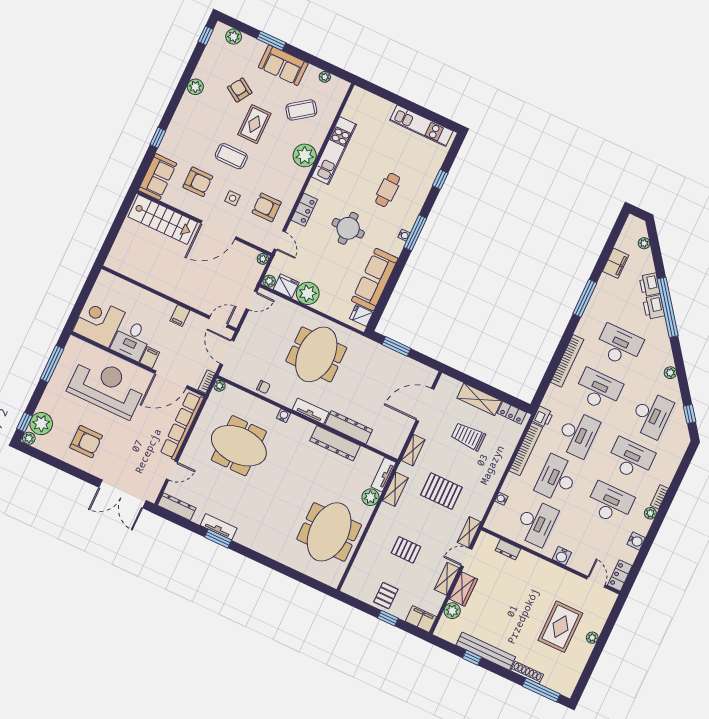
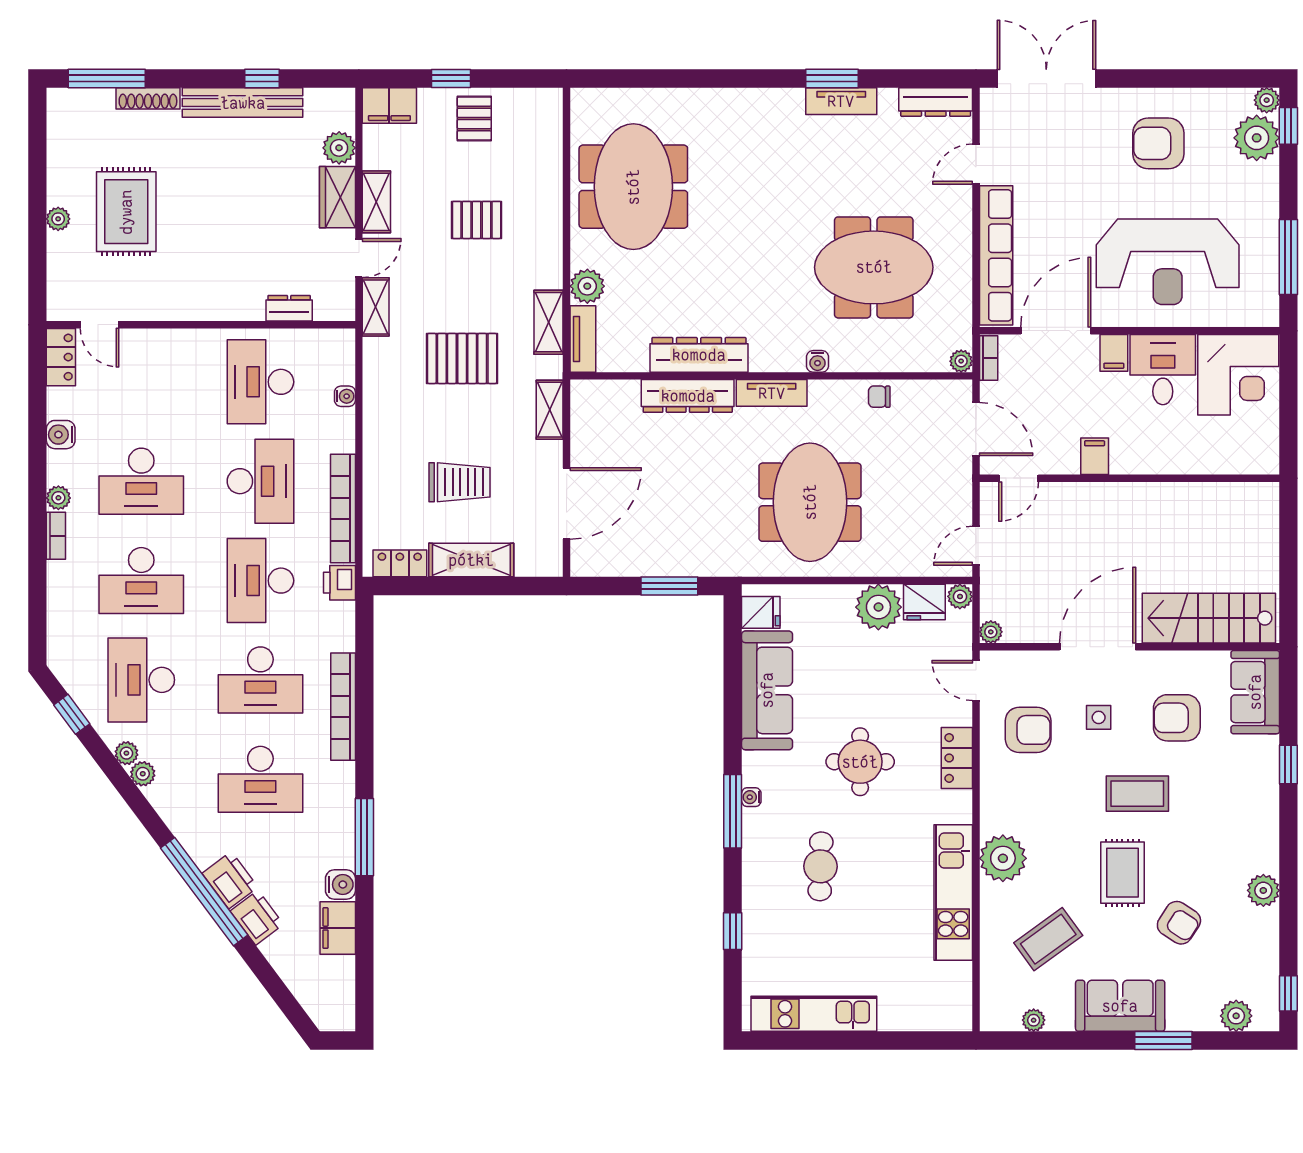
plant: (644, 243) -> (126, 753), moved
water cooler: (562, 556) -> (340, 885), moved, turned 90

